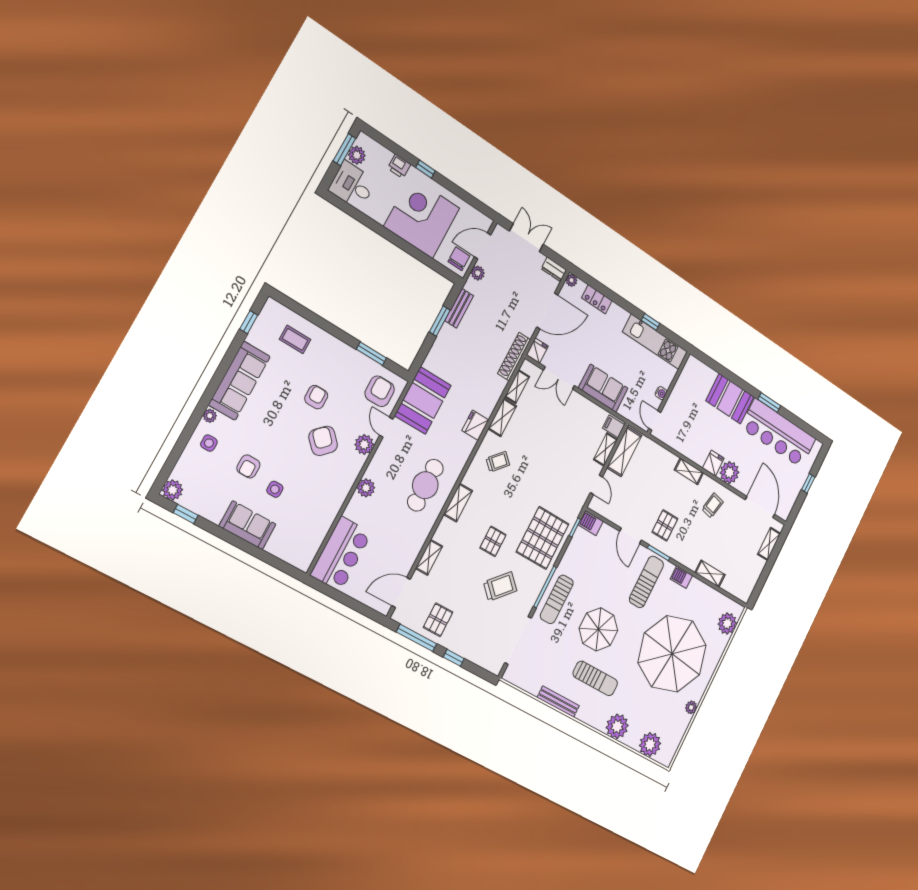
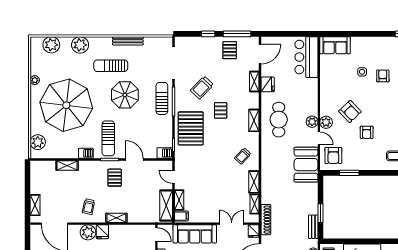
sofa: (603, 388) -> (195, 234), width x1.36
fridge: (475, 425) -> (268, 84), moved
plant: (366, 488) -> (312, 122), moved
sofa: (247, 525) -> (335, 45), moved

